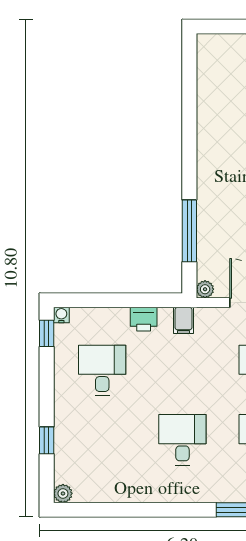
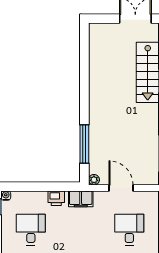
filing cabinet: (183, 320) -> (81, 199), width x2.00

